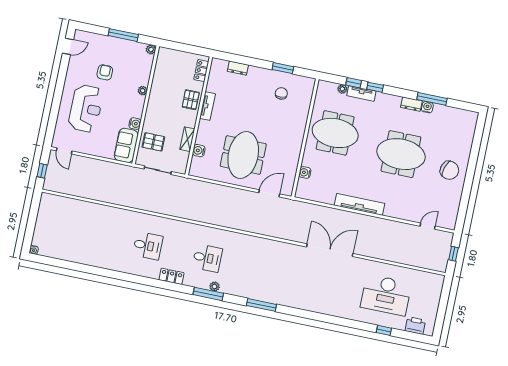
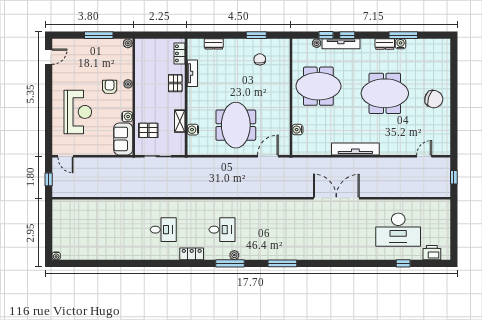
armchair: (105, 72) -> (110, 87), moved
tv unit: (361, 93) -> (341, 44), width x1.41
tv unit: (207, 106) -> (192, 73), moved

